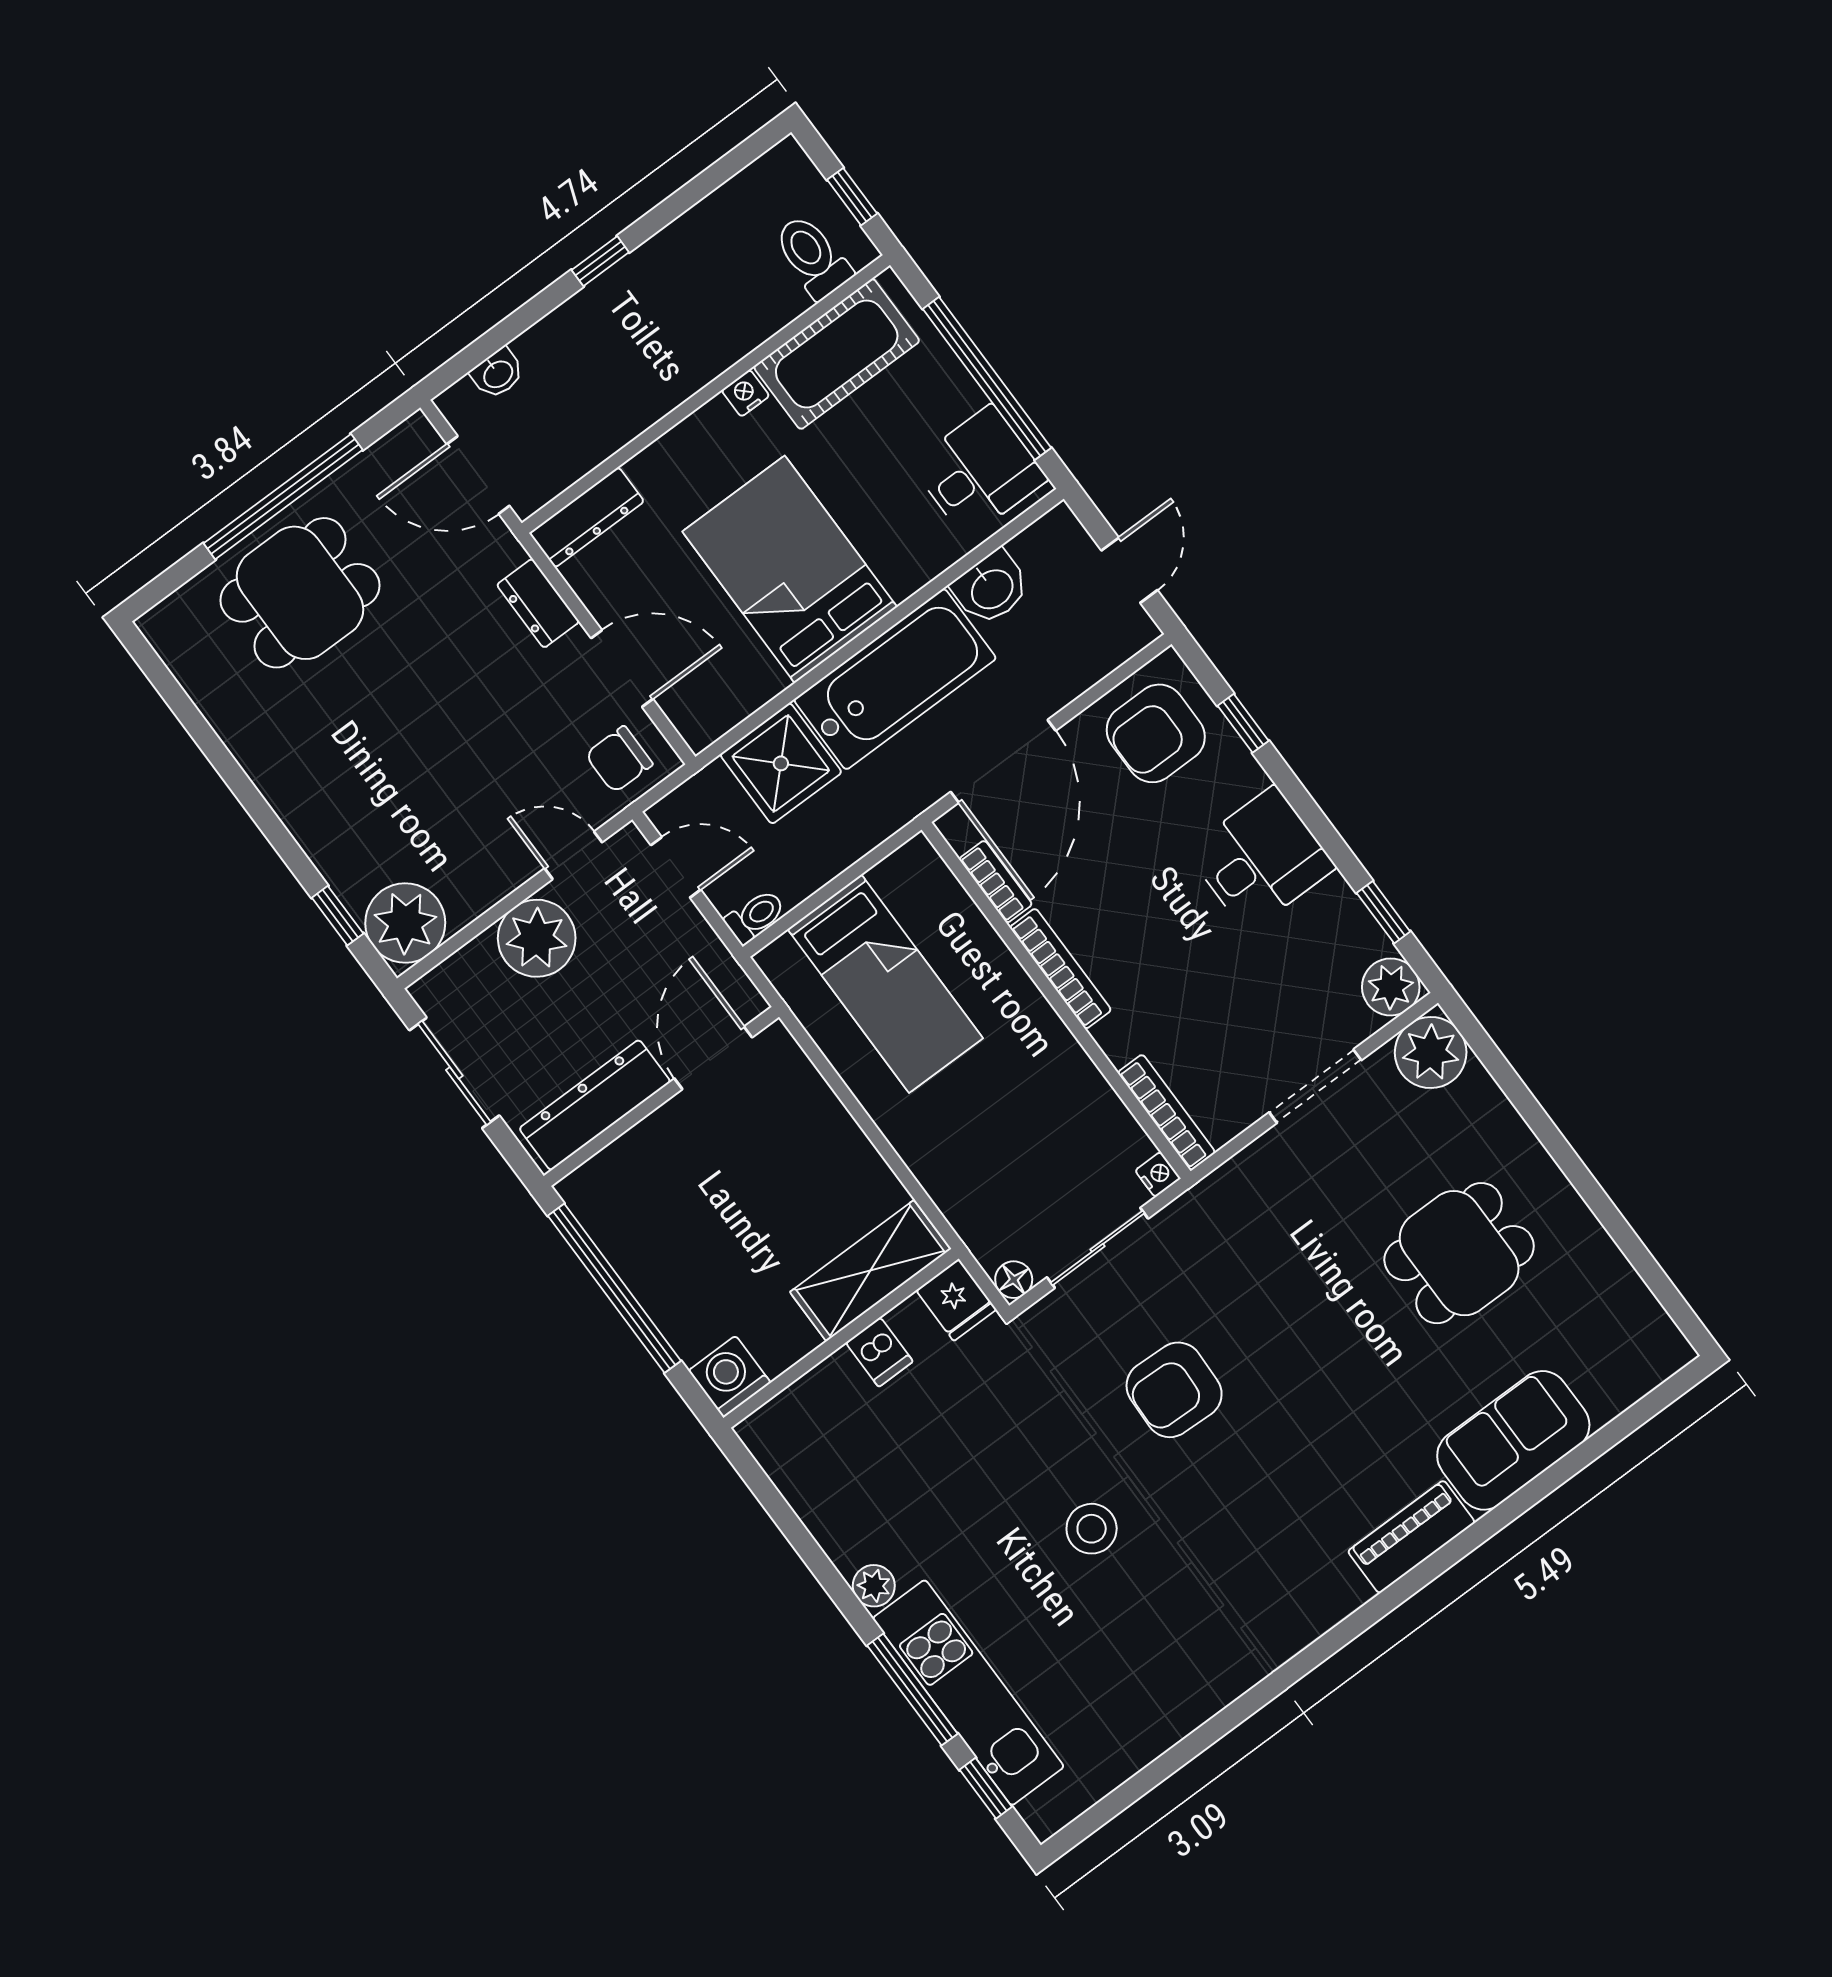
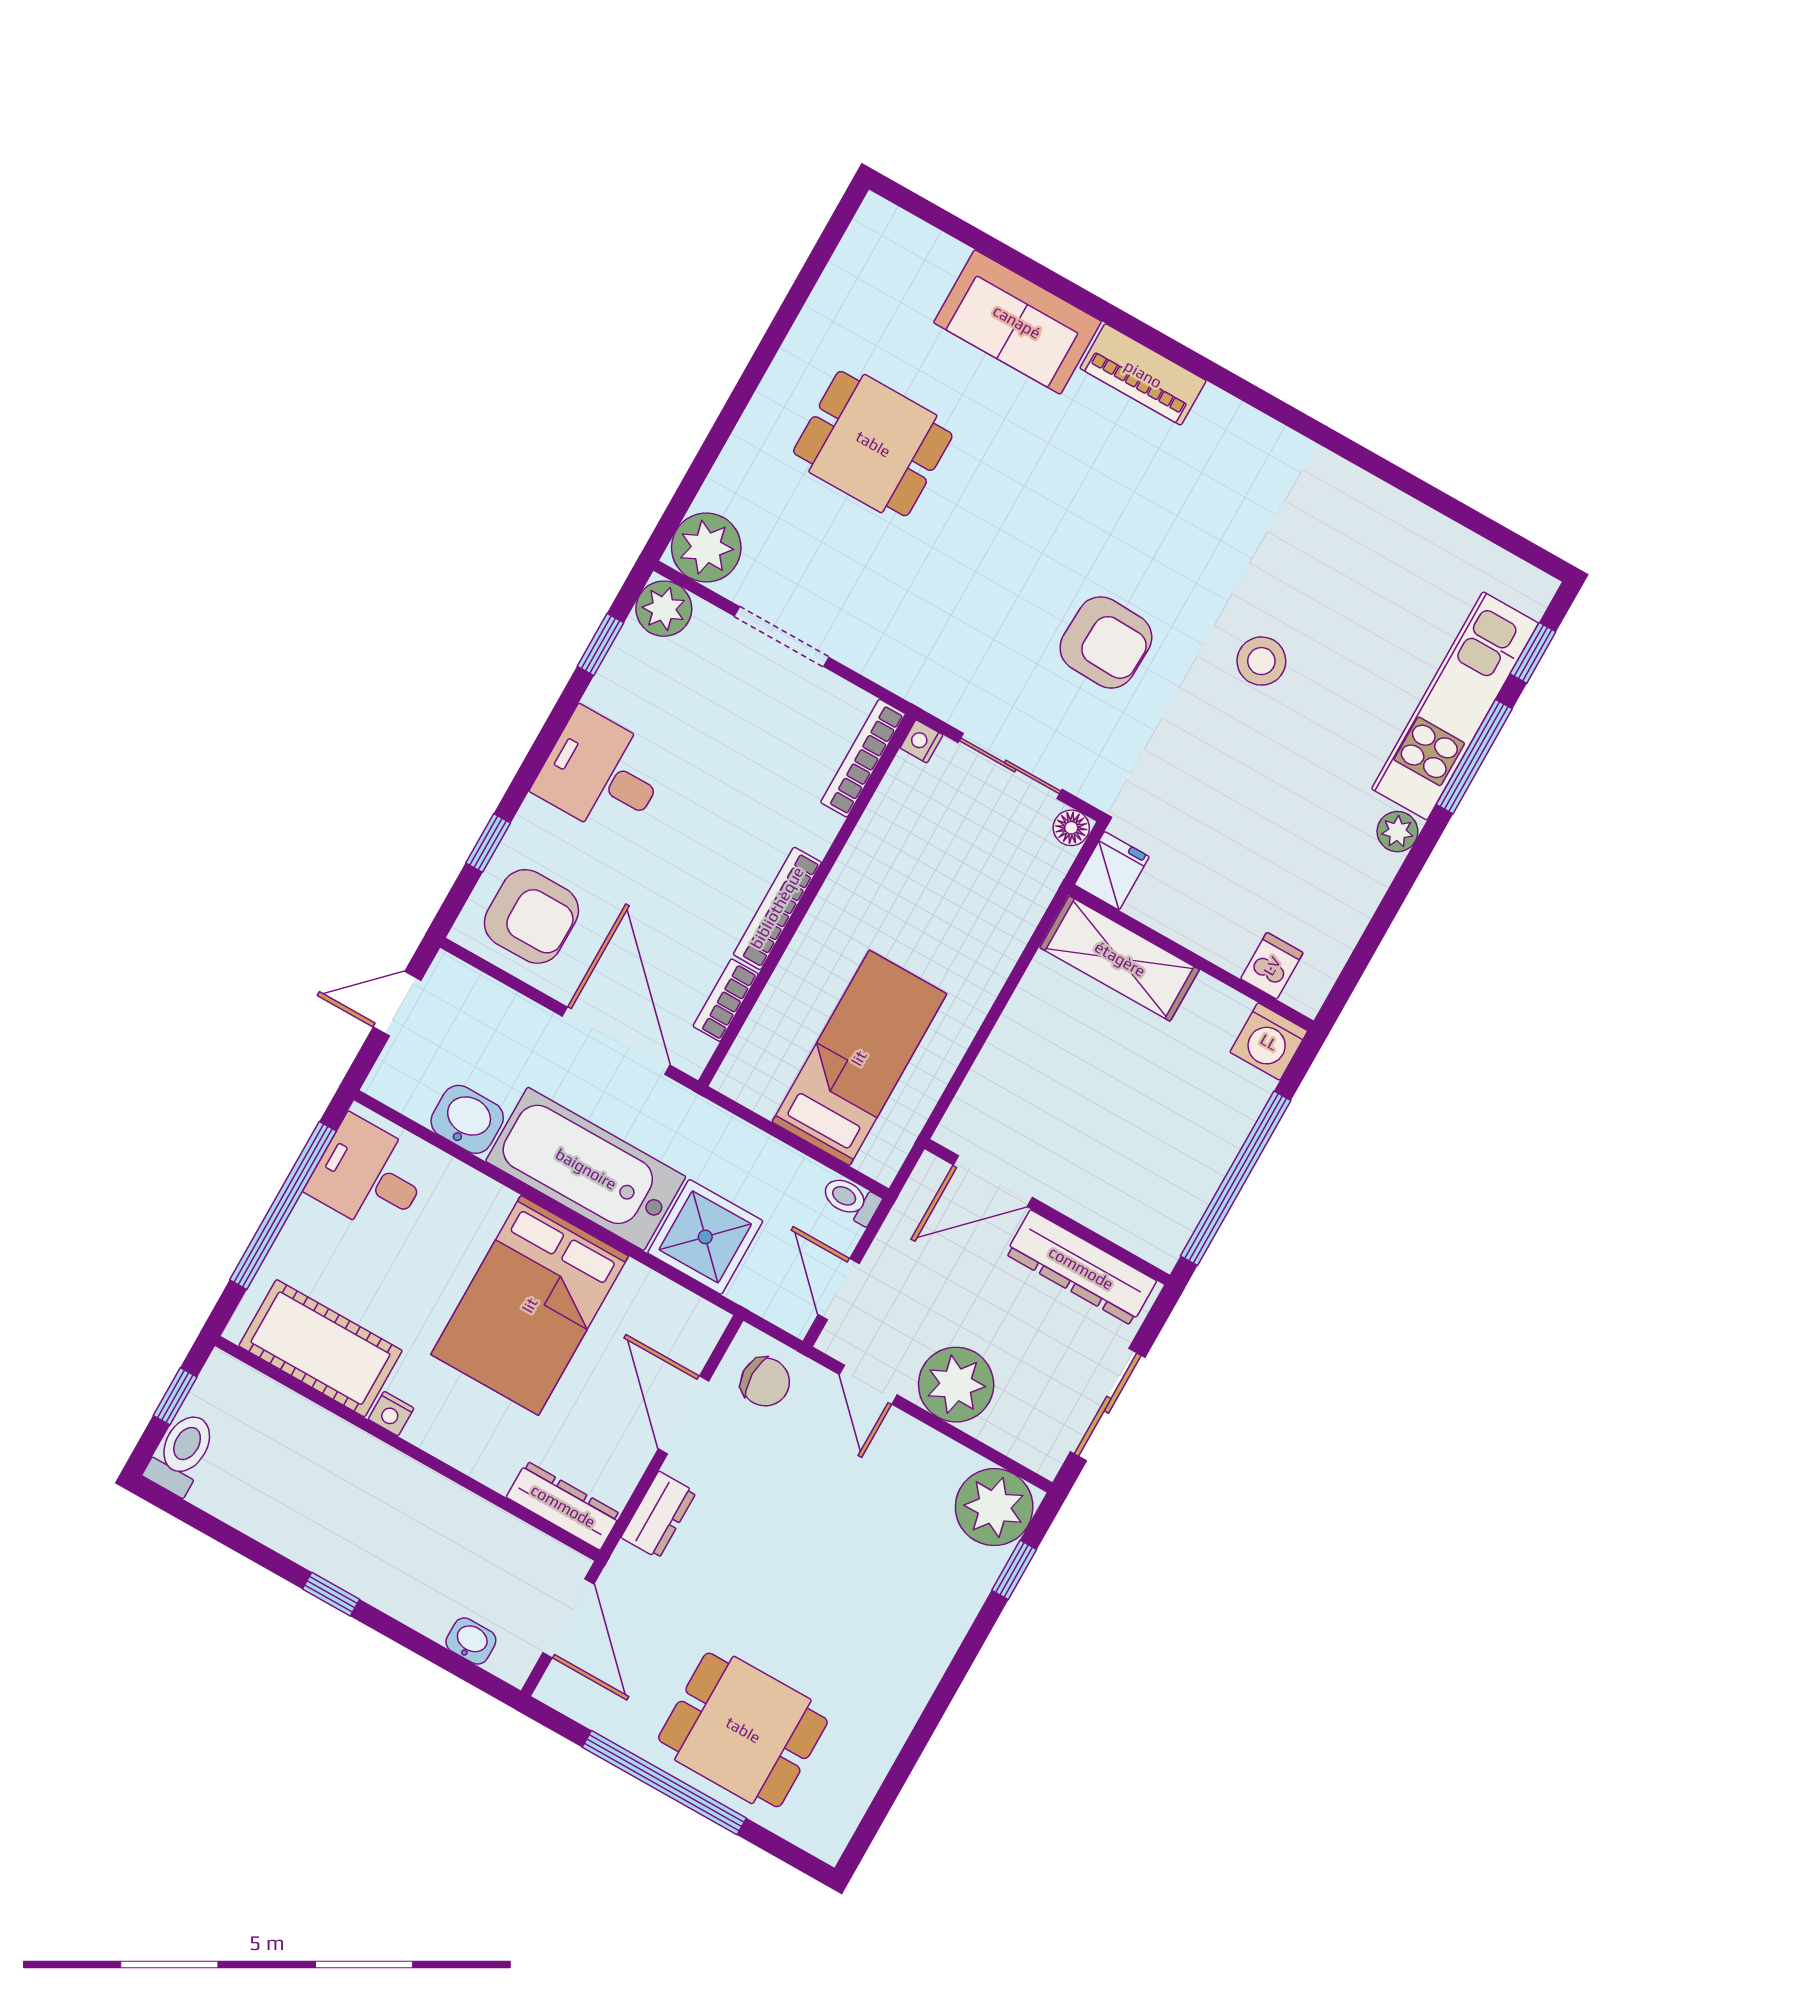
toilet: (813, 257) -> (182, 1453), moved, turned 180
door: (1003, 761) -> (616, 1041), hinge flipped
dishwasher: (879, 1352) -> (1272, 966), moved

